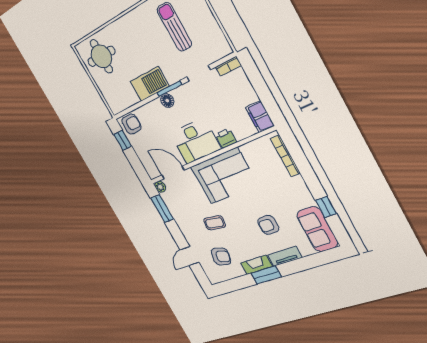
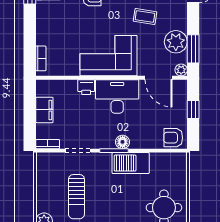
filing cabinet: (260, 117) -> (44, 110), moved
window: (123, 140) -> (193, 109), moved
bookcase: (285, 156) -> (41, 58), width x0.64
plant: (178, 210) -> (176, 42), added

